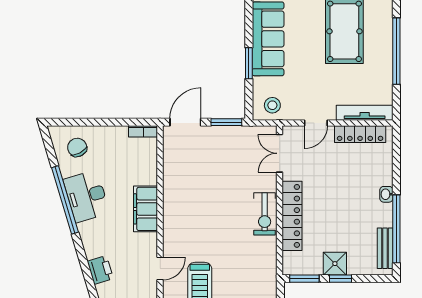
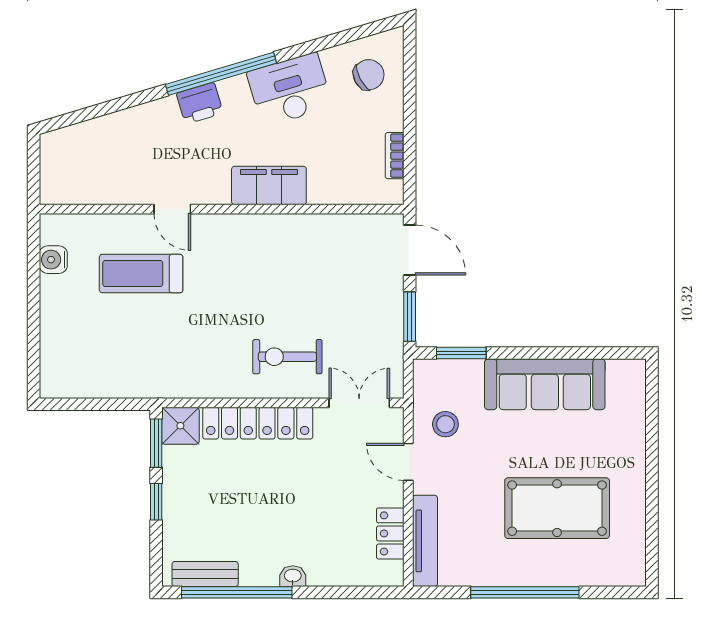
window: (249, 63) -> (461, 353), moved
stool: (272, 105) -> (445, 424), moved
bookcase: (143, 131) -> (395, 156), moved
locker: (360, 134) -> (390, 533), width x0.66
window: (65, 200) -> (221, 74), moved
exercise bike: (265, 214) -> (287, 357), moved
shower: (335, 264) -> (180, 426), moved
printer: (100, 270) -> (200, 103), moved

